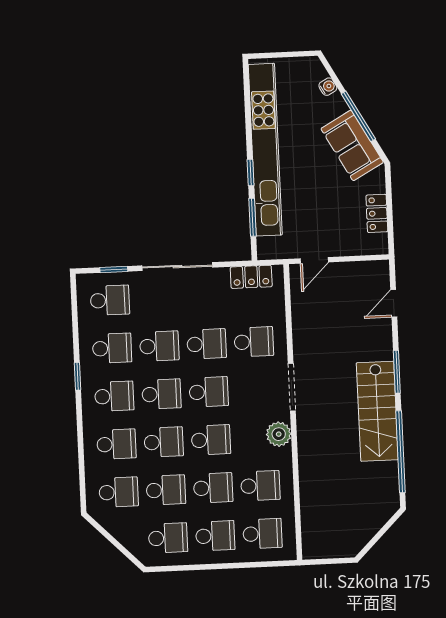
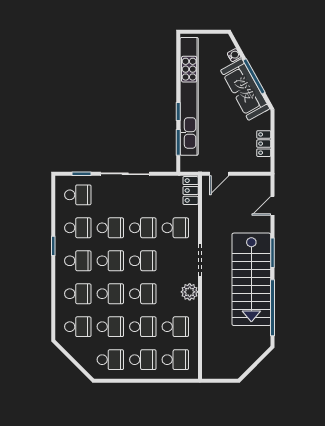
sofa: (352, 145) -> (245, 89), width x1.36
locker: (251, 277) -> (191, 190), moved, turned 90
stairs: (377, 411) -> (251, 279), width x1.36, depth x1.51

